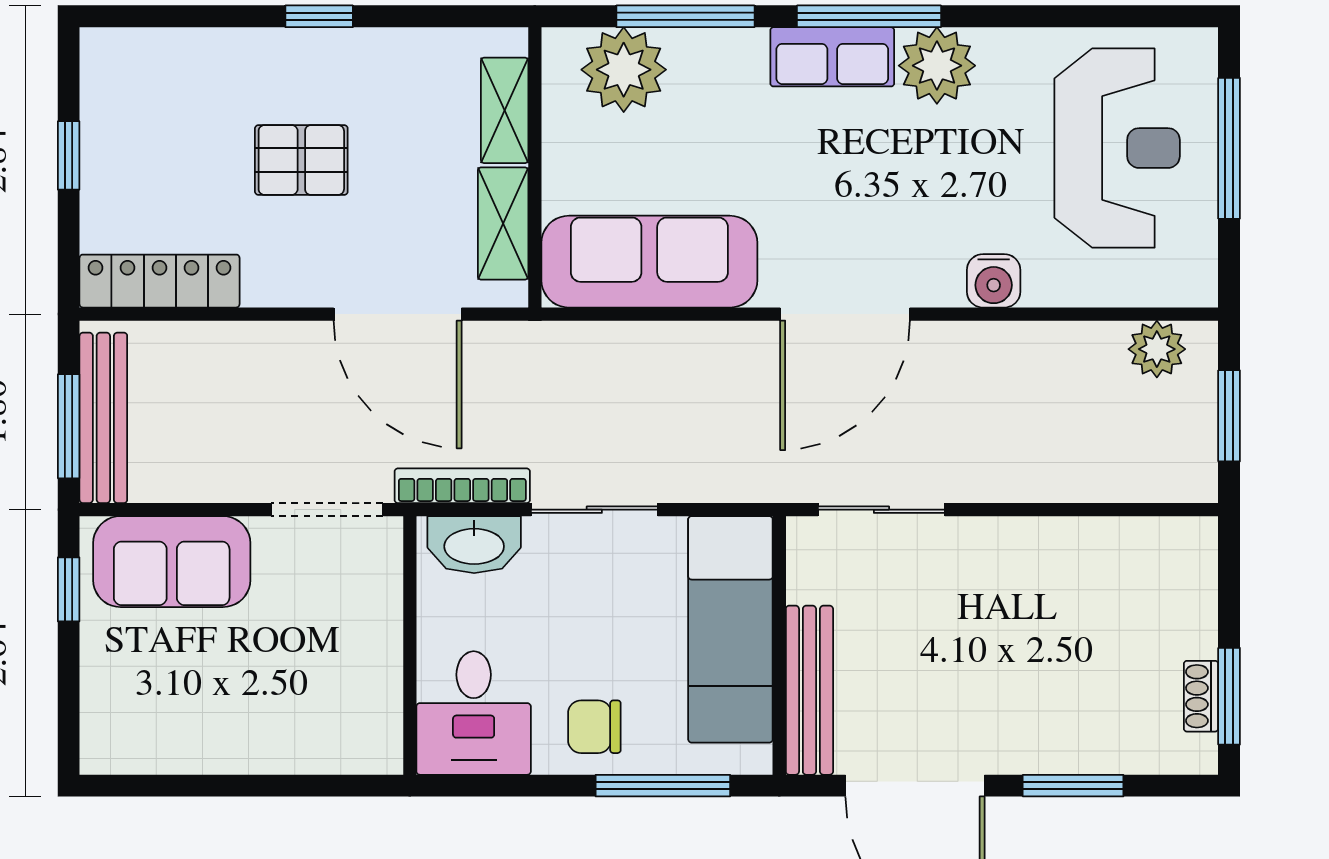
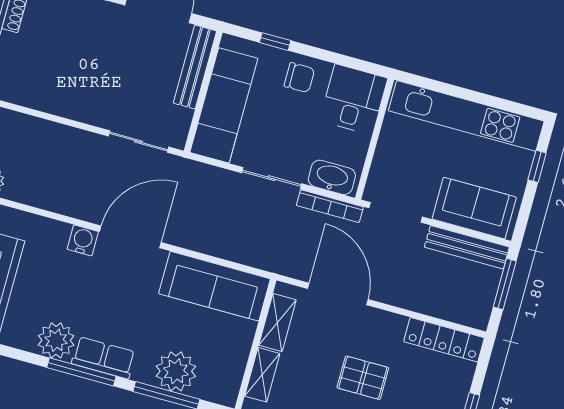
plant: (624, 70) -> (176, 371), moved
water cooler: (994, 281) -> (83, 240), moved
bench: (103, 418) -> (467, 247), moved, turned 90
window: (69, 589) -> (537, 166), moved
kitchen unit: (239, 742) -> (466, 116), added
window: (663, 786) -> (275, 42), width x0.46

